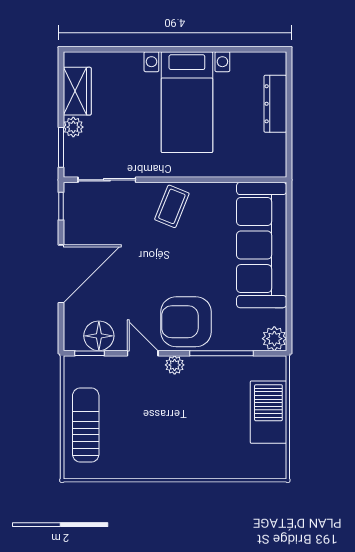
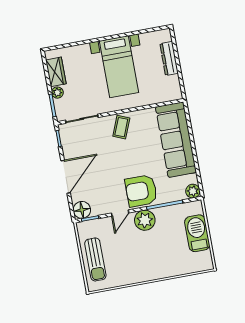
floor lamp: (99, 336) -> (82, 210), moved
door: (143, 353) -> (120, 213), swing flipped
plant: (175, 365) -> (145, 220), width x1.88, depth x1.88
sun lounger: (86, 425) -> (95, 259), turned 180

